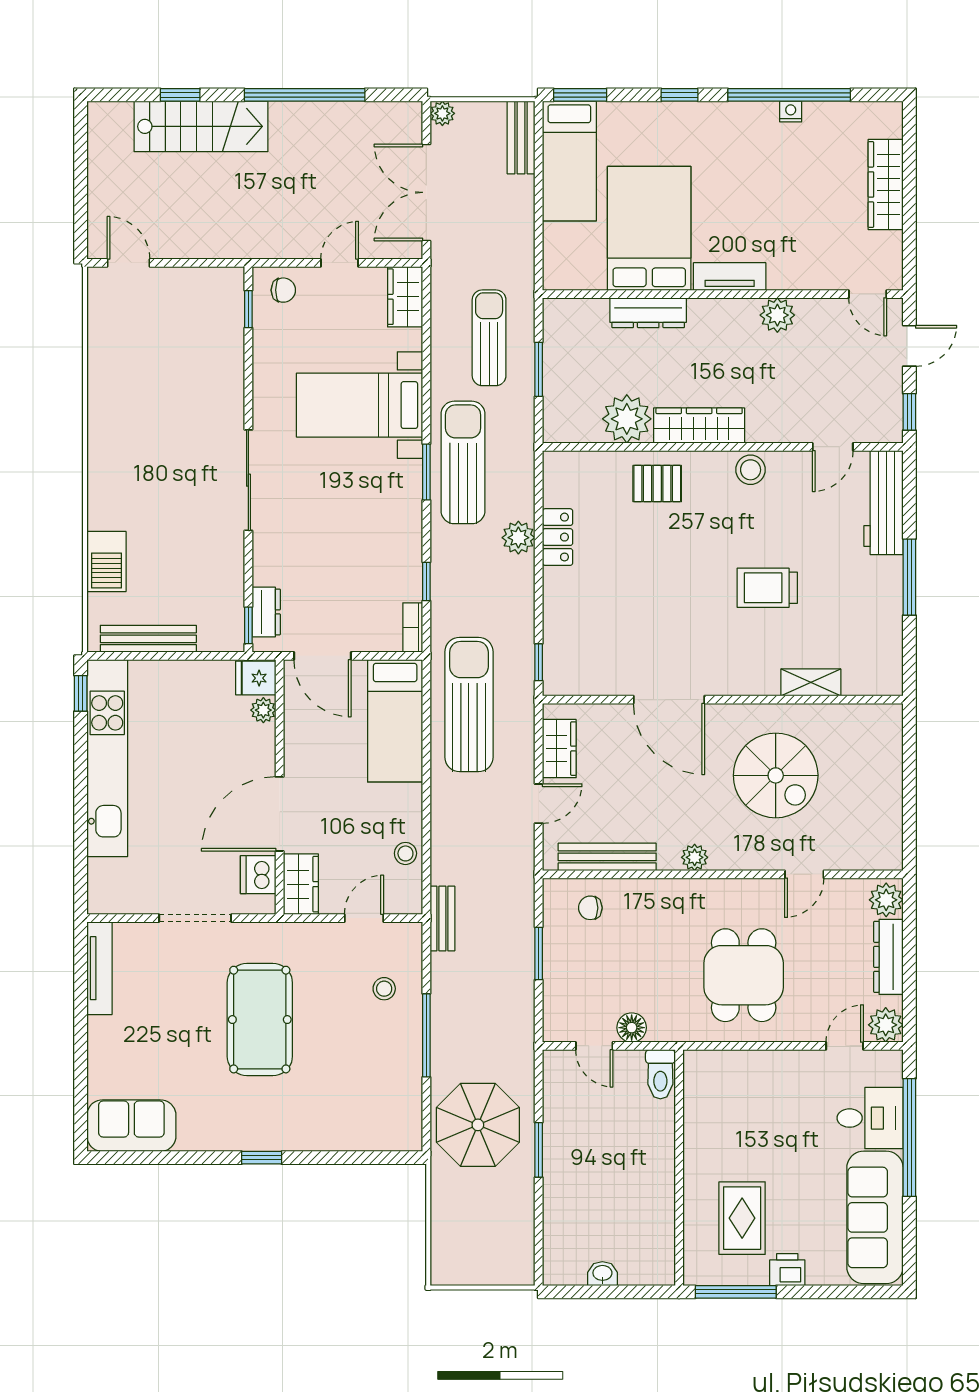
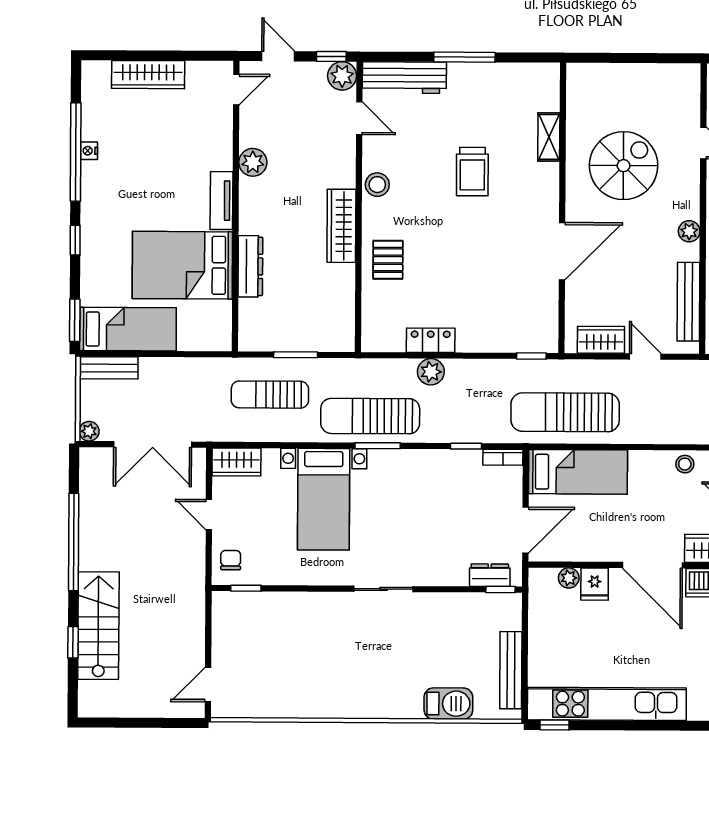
plant: (627, 419) -> (342, 76), moved, width x0.73, depth x0.73
sliding door: (248, 480) -> (384, 589), width x0.73
fridge: (256, 678) -> (595, 584), moved

